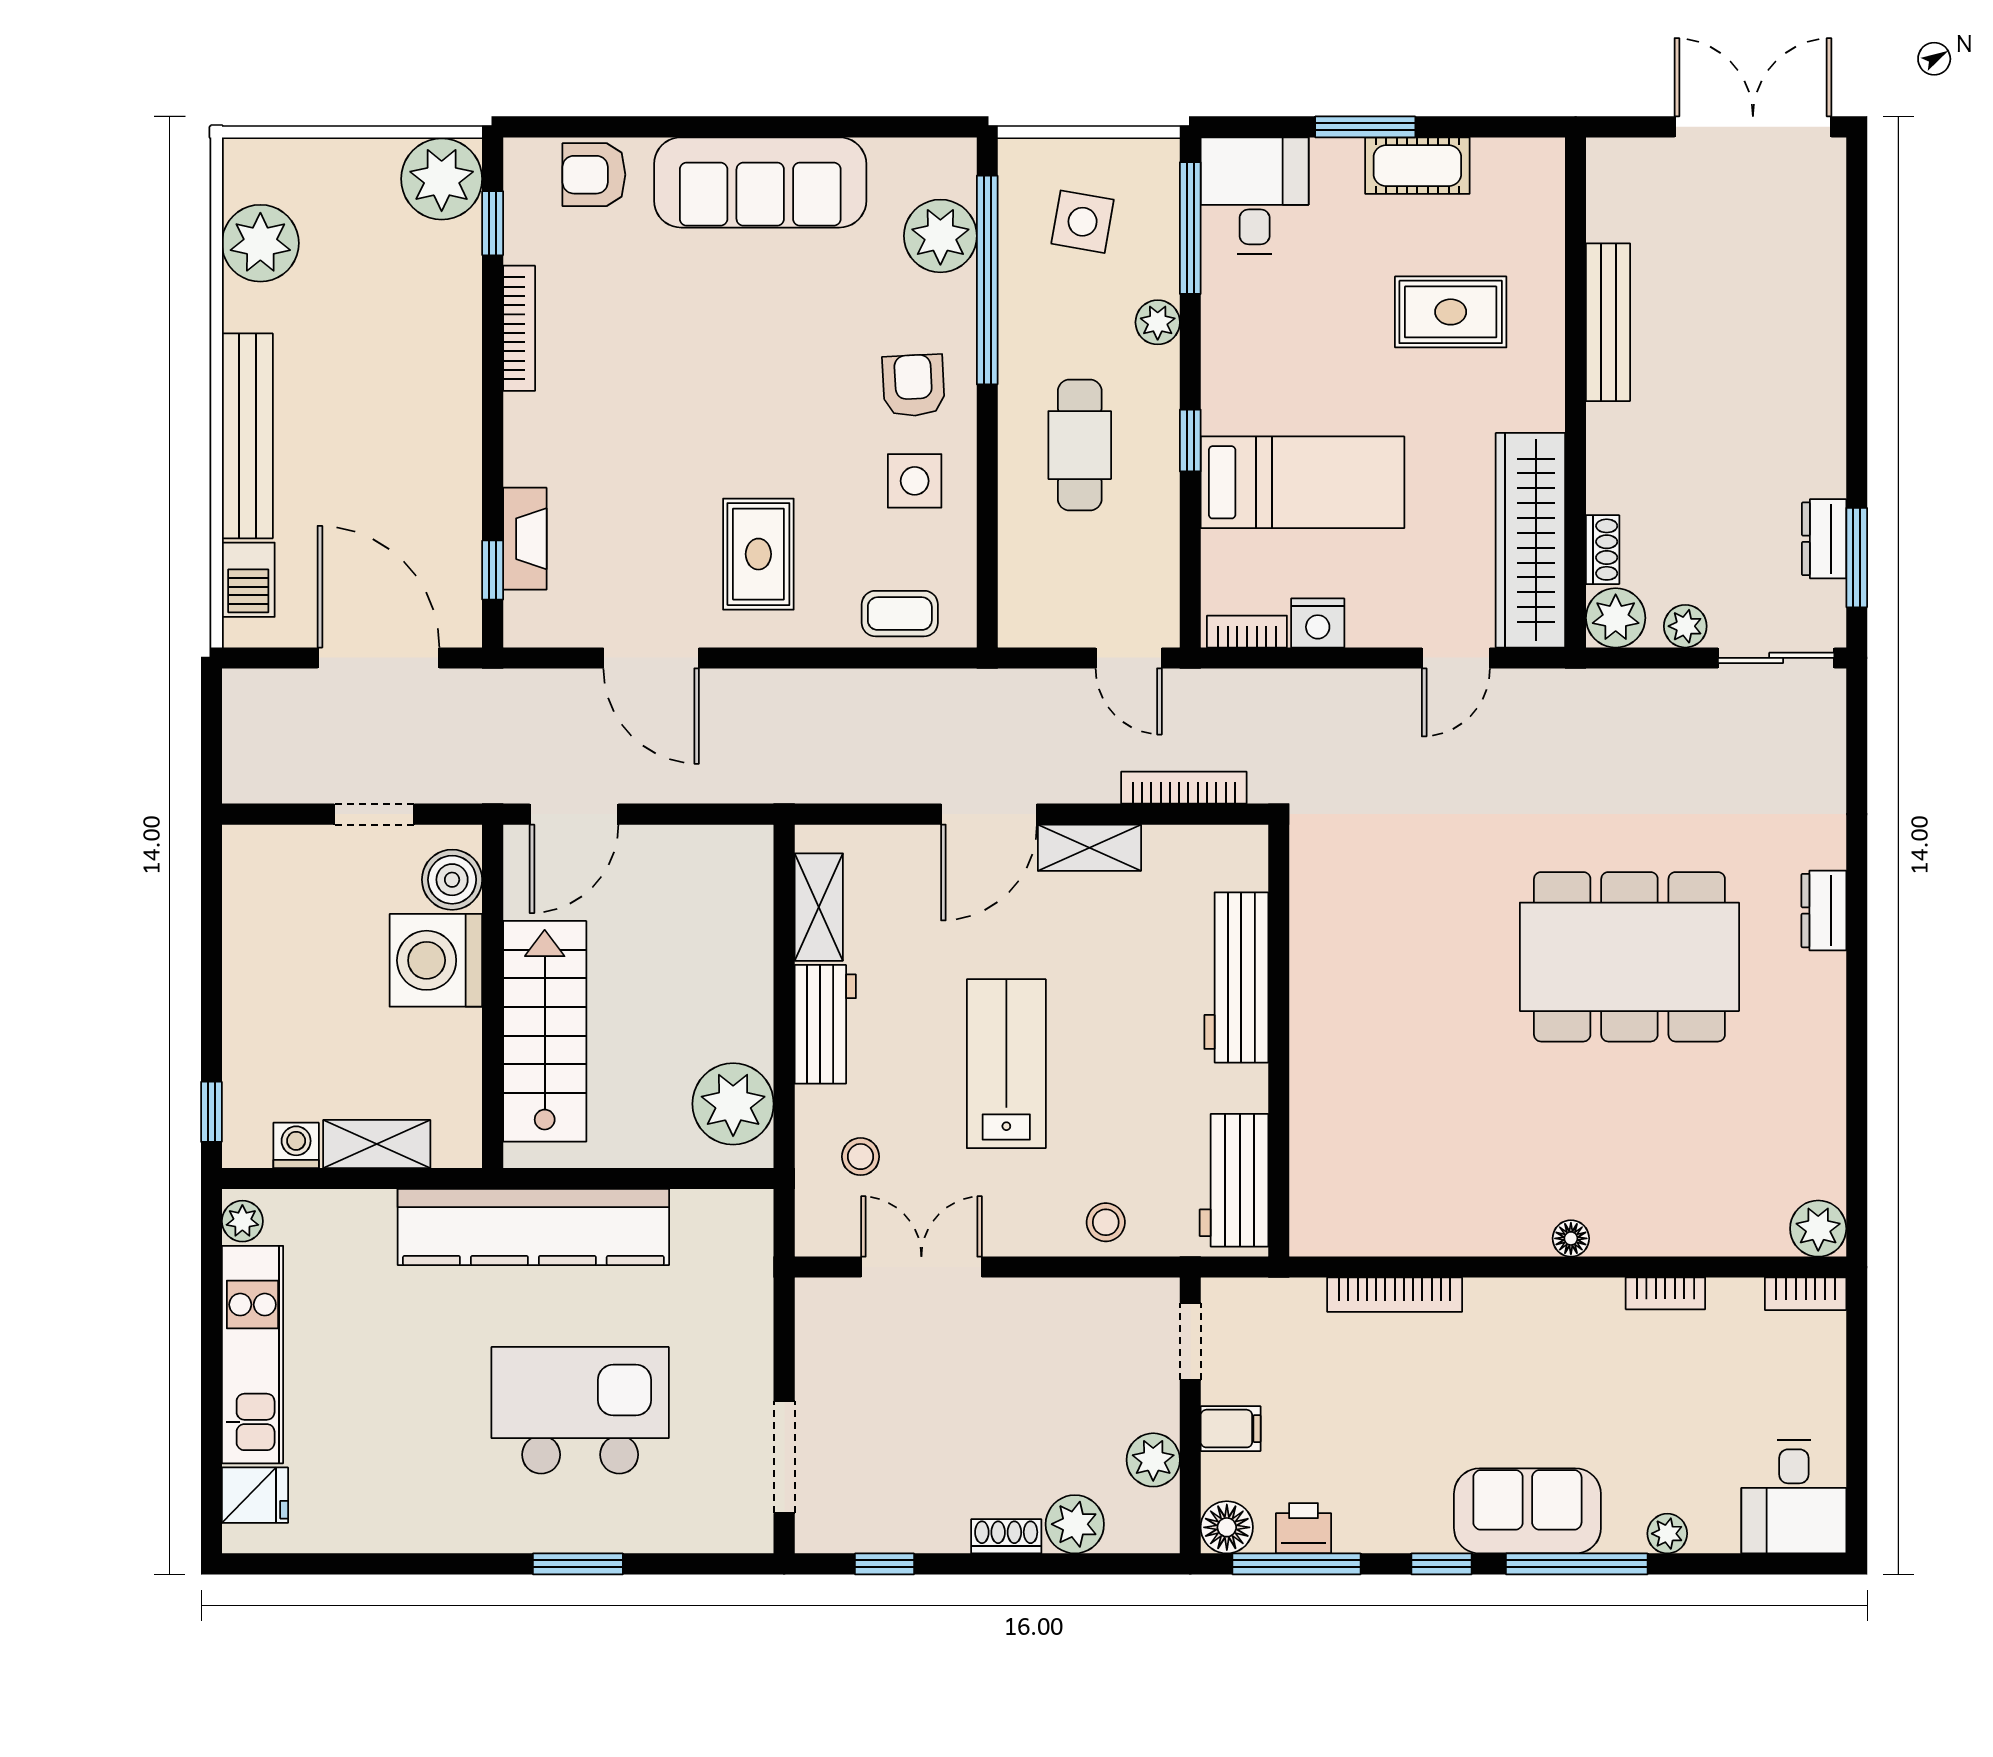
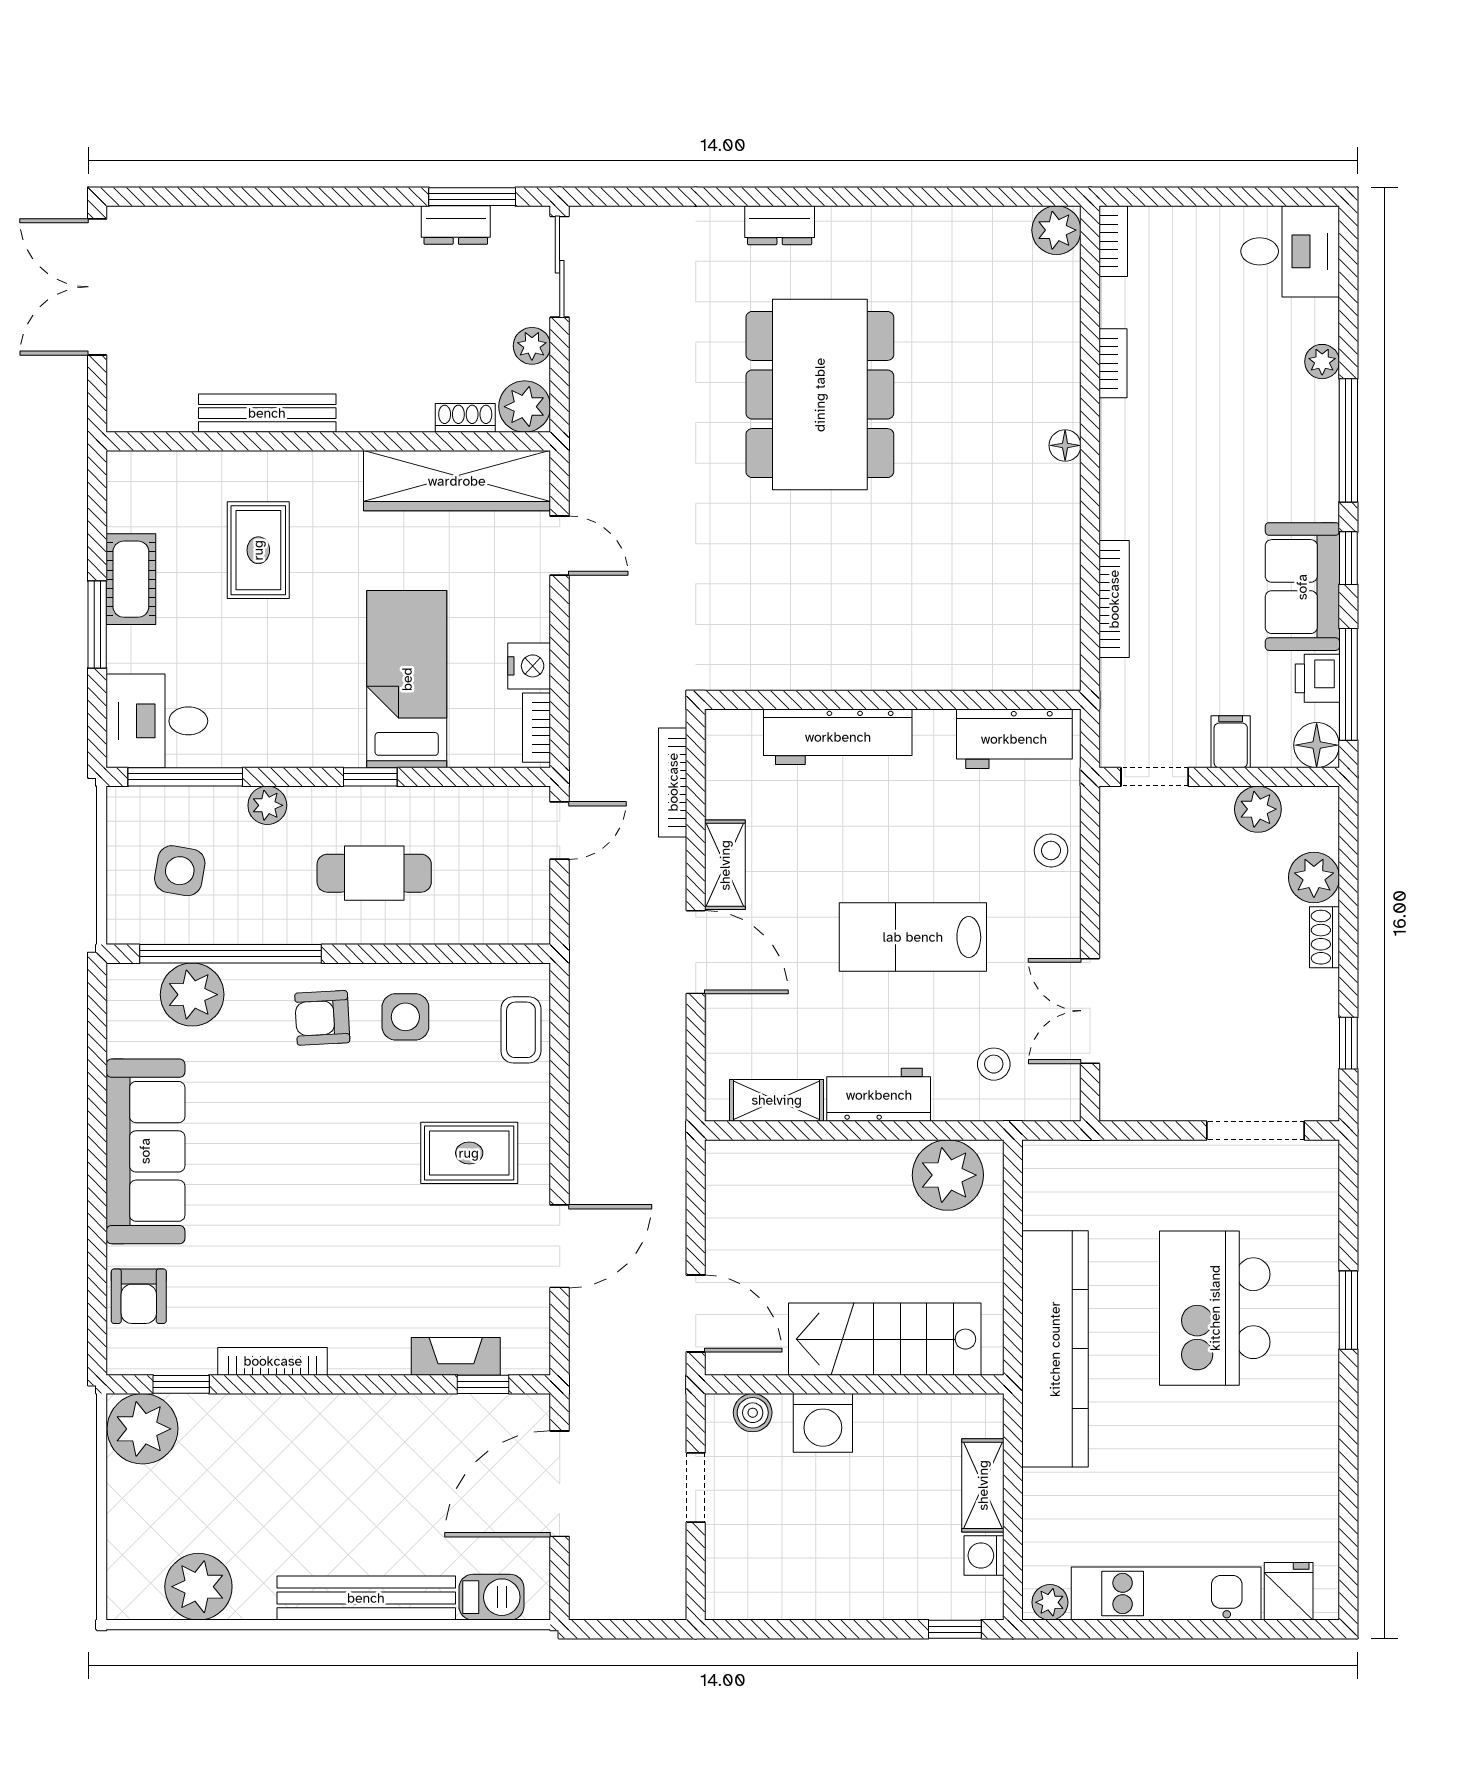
boiler: (452, 880) -> (753, 1413), width x0.73, depth x0.73
washing machine: (436, 960) -> (823, 1423), width x0.73, depth x0.73
sofa: (1527, 1511) -> (1302, 587), moved

